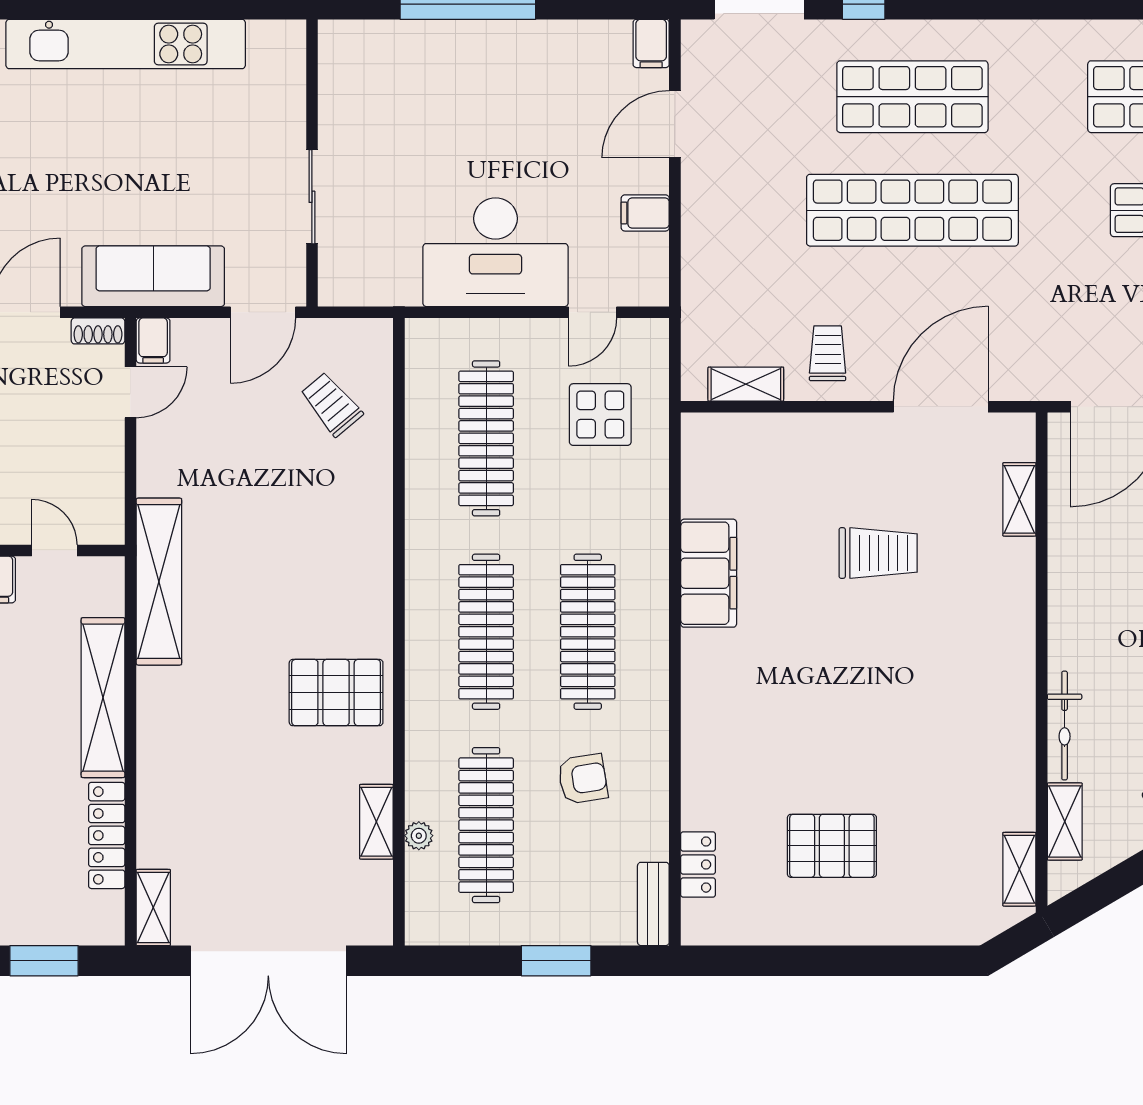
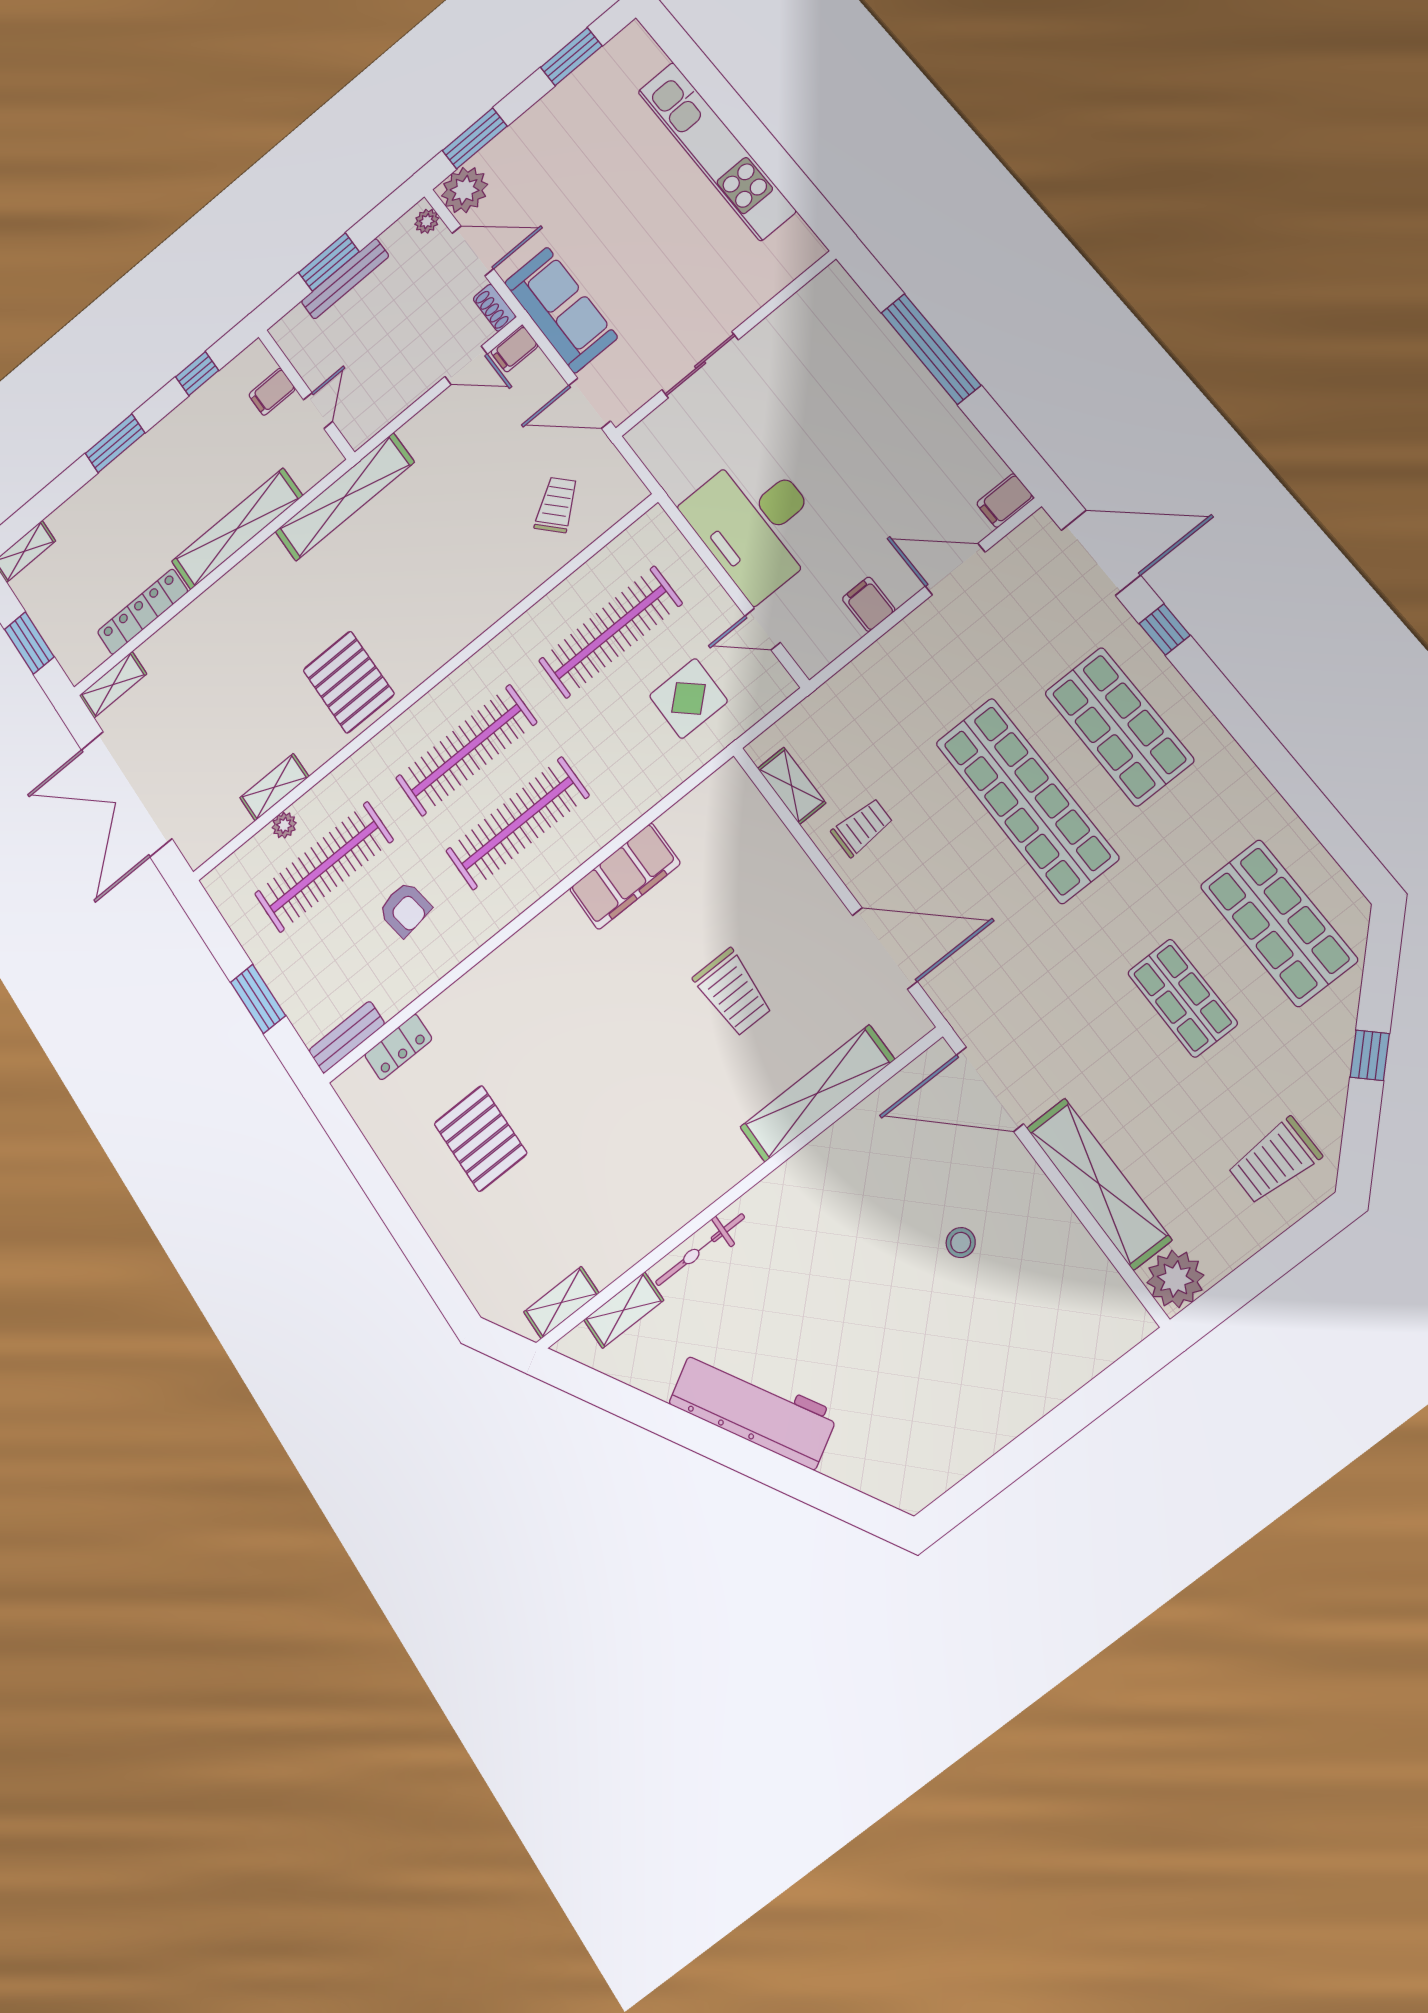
shelving: (1019, 499) -> (817, 1093), width x2.20, depth x1.33

